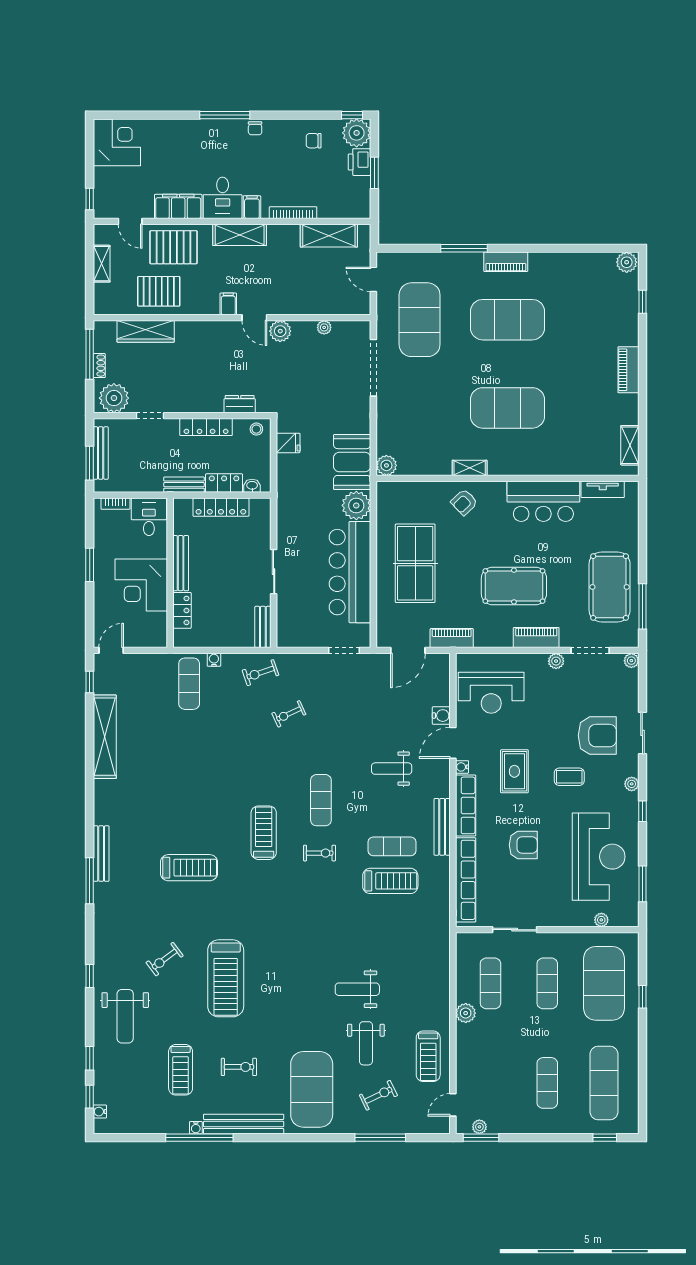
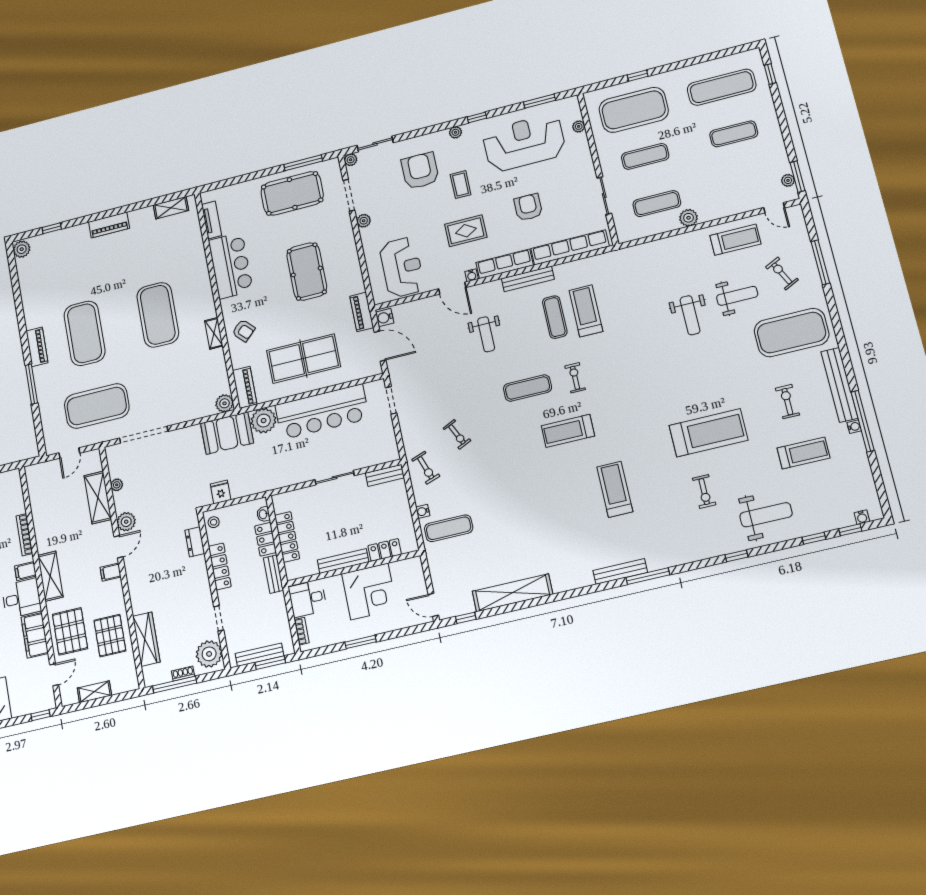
shelving: (329, 236) -> (98, 497), moved
piano: (536, 637) -> (245, 387), moved, turned 180
water cooler: (441, 716) -> (385, 318), moved, turned -90
sliding door: (642, 733) -> (375, 144), moved
exercise bike: (165, 959) -> (704, 492), turned 37

